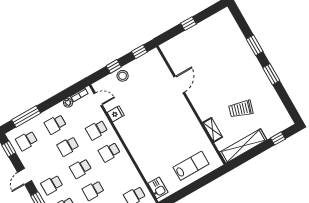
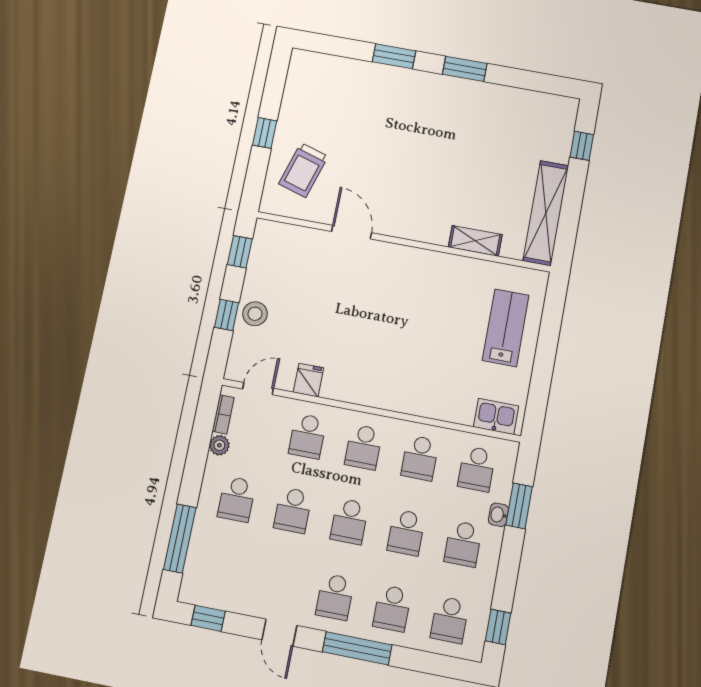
trolley: (241, 109) -> (303, 170), moved
school desk: (27, 141) -> (420, 458), moved

